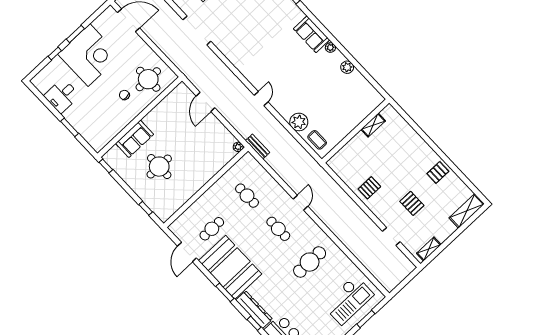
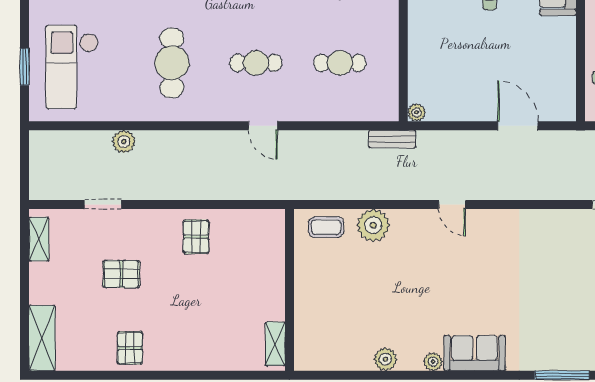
shelving: (373, 125) -> (275, 344), moved
plant: (359, 252) -> (124, 142), added

